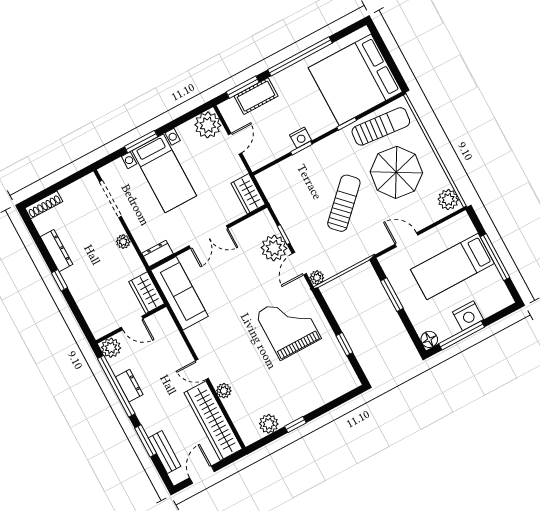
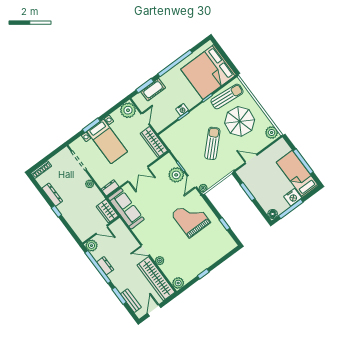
wardrobe: (248, 194) -> (154, 142), width x1.50
bed: (452, 266) -> (297, 174), moved, turned 90
plant: (269, 424) -> (178, 283), moved

